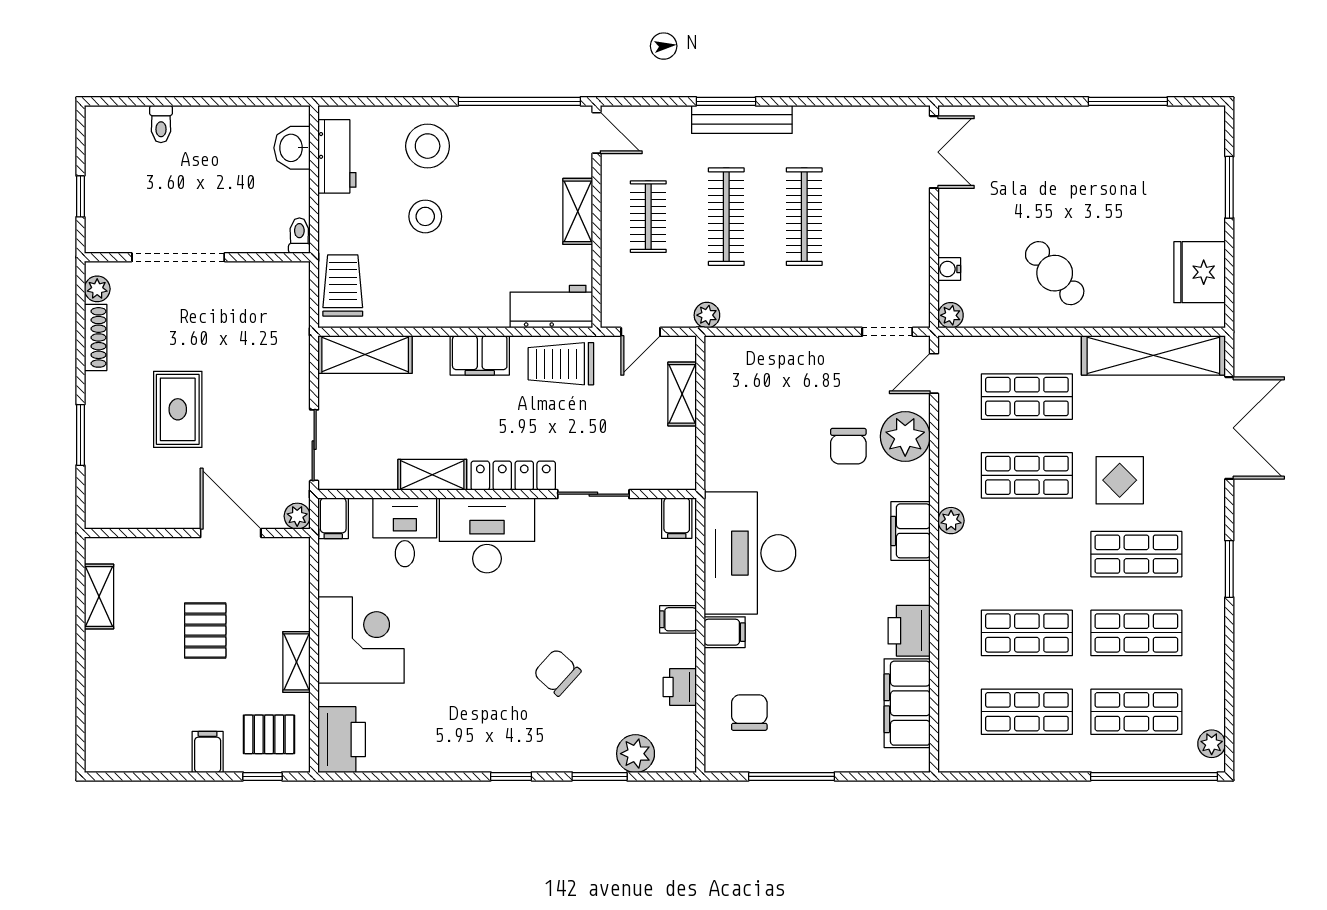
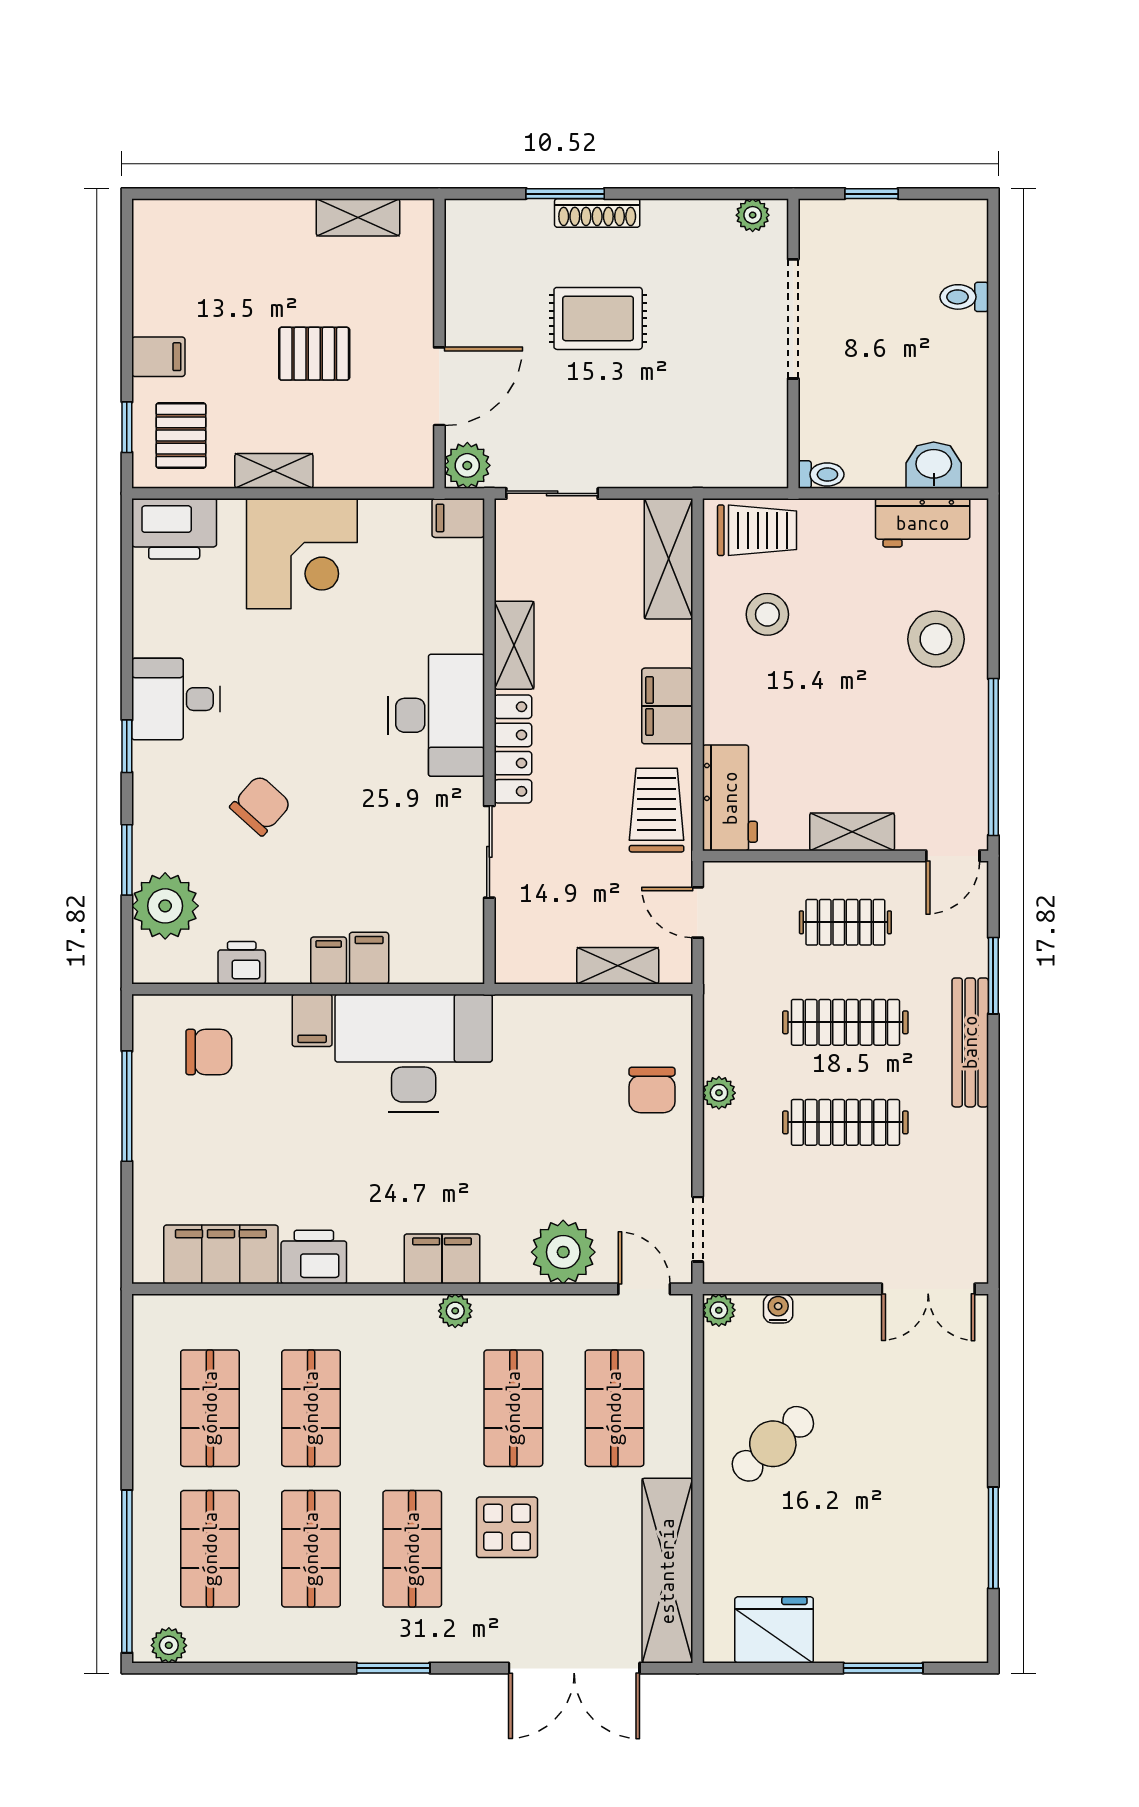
window: (726, 101) -> (993, 976), moved
stool: (425, 216) -> (767, 614), moved
plant: (707, 315) -> (719, 1093), moved
shoe rack: (96, 337) -> (597, 213), moved
chair: (848, 446) -> (652, 1090), moved, turned -90
plant: (297, 516) -> (467, 465), width x1.38, depth x1.38
filing cabinet: (677, 518) -> (369, 958), moved, turned 90
desk: (405, 532) -> (176, 699), moved, turned 180
plant: (636, 754) -> (165, 906), width x1.36, depth x1.36

